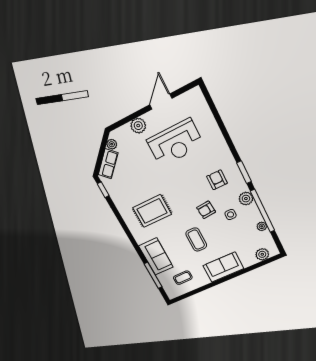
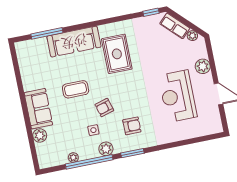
armchair: (206, 210) -> (104, 107), turned -101
plant: (262, 254) -> (40, 135), moved
sofa: (156, 257) -> (74, 42), width x1.36
coffee table: (183, 278) -> (37, 64), removed

